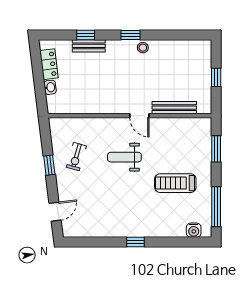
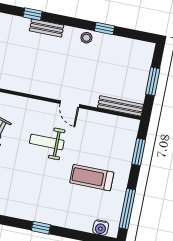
window: (130, 35) -> (104, 28), moved
bench: (89, 46) -> (47, 28), moved
window: (216, 77) -> (153, 81), width x1.50
bench: (174, 108) -> (120, 106), moved

